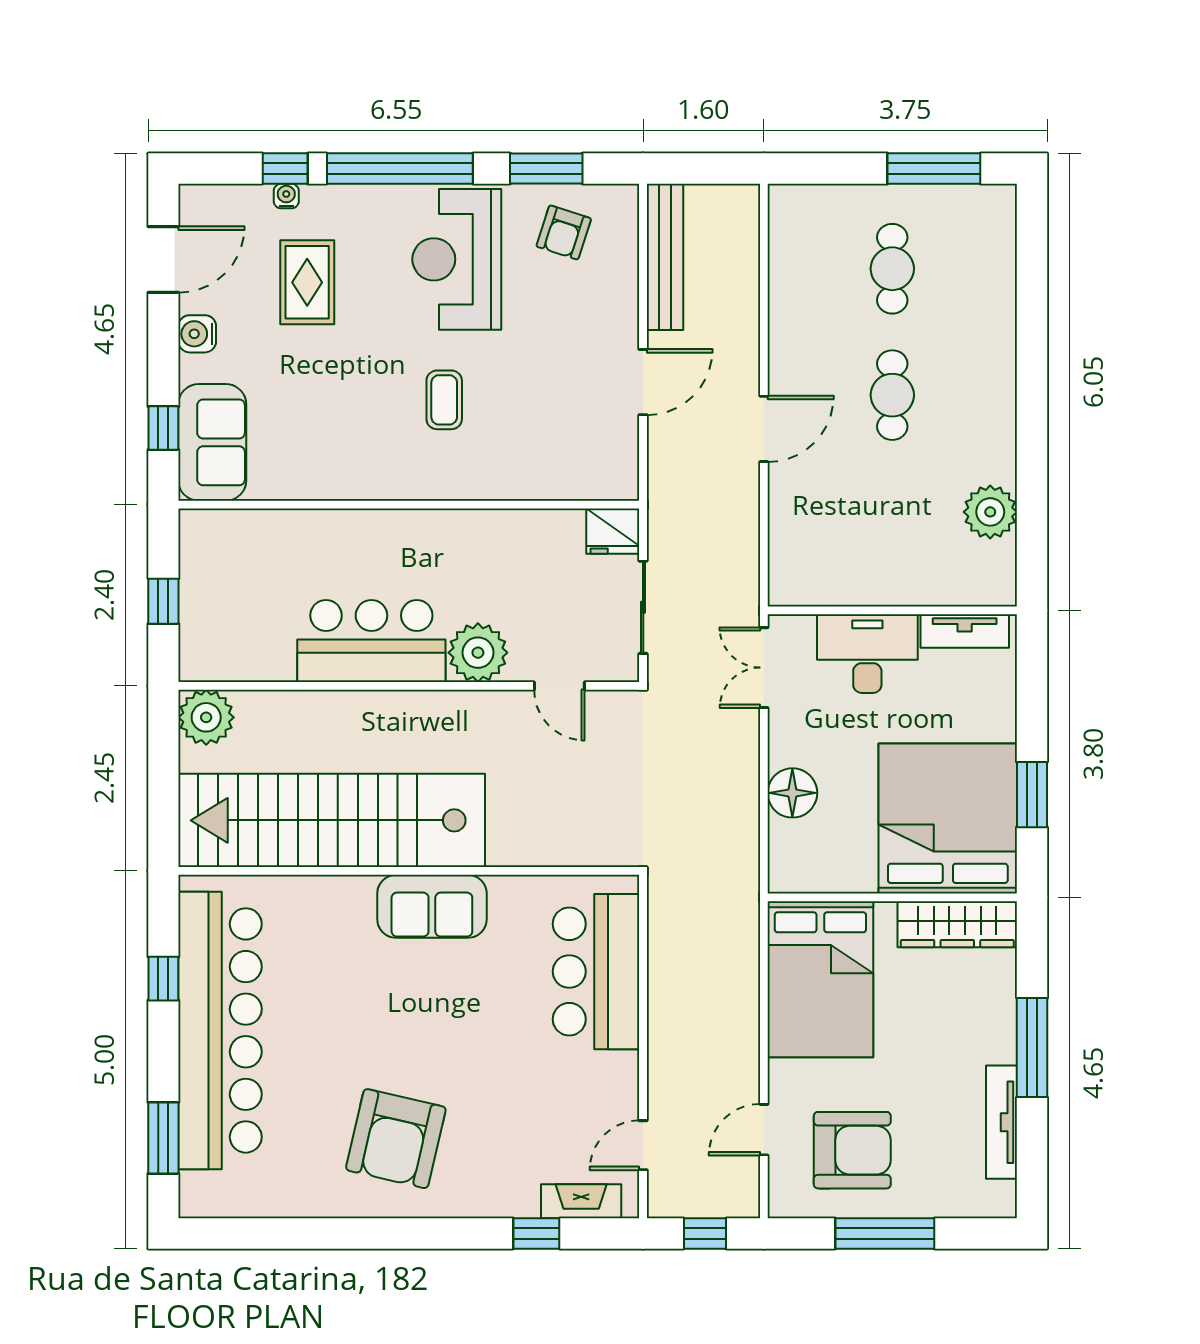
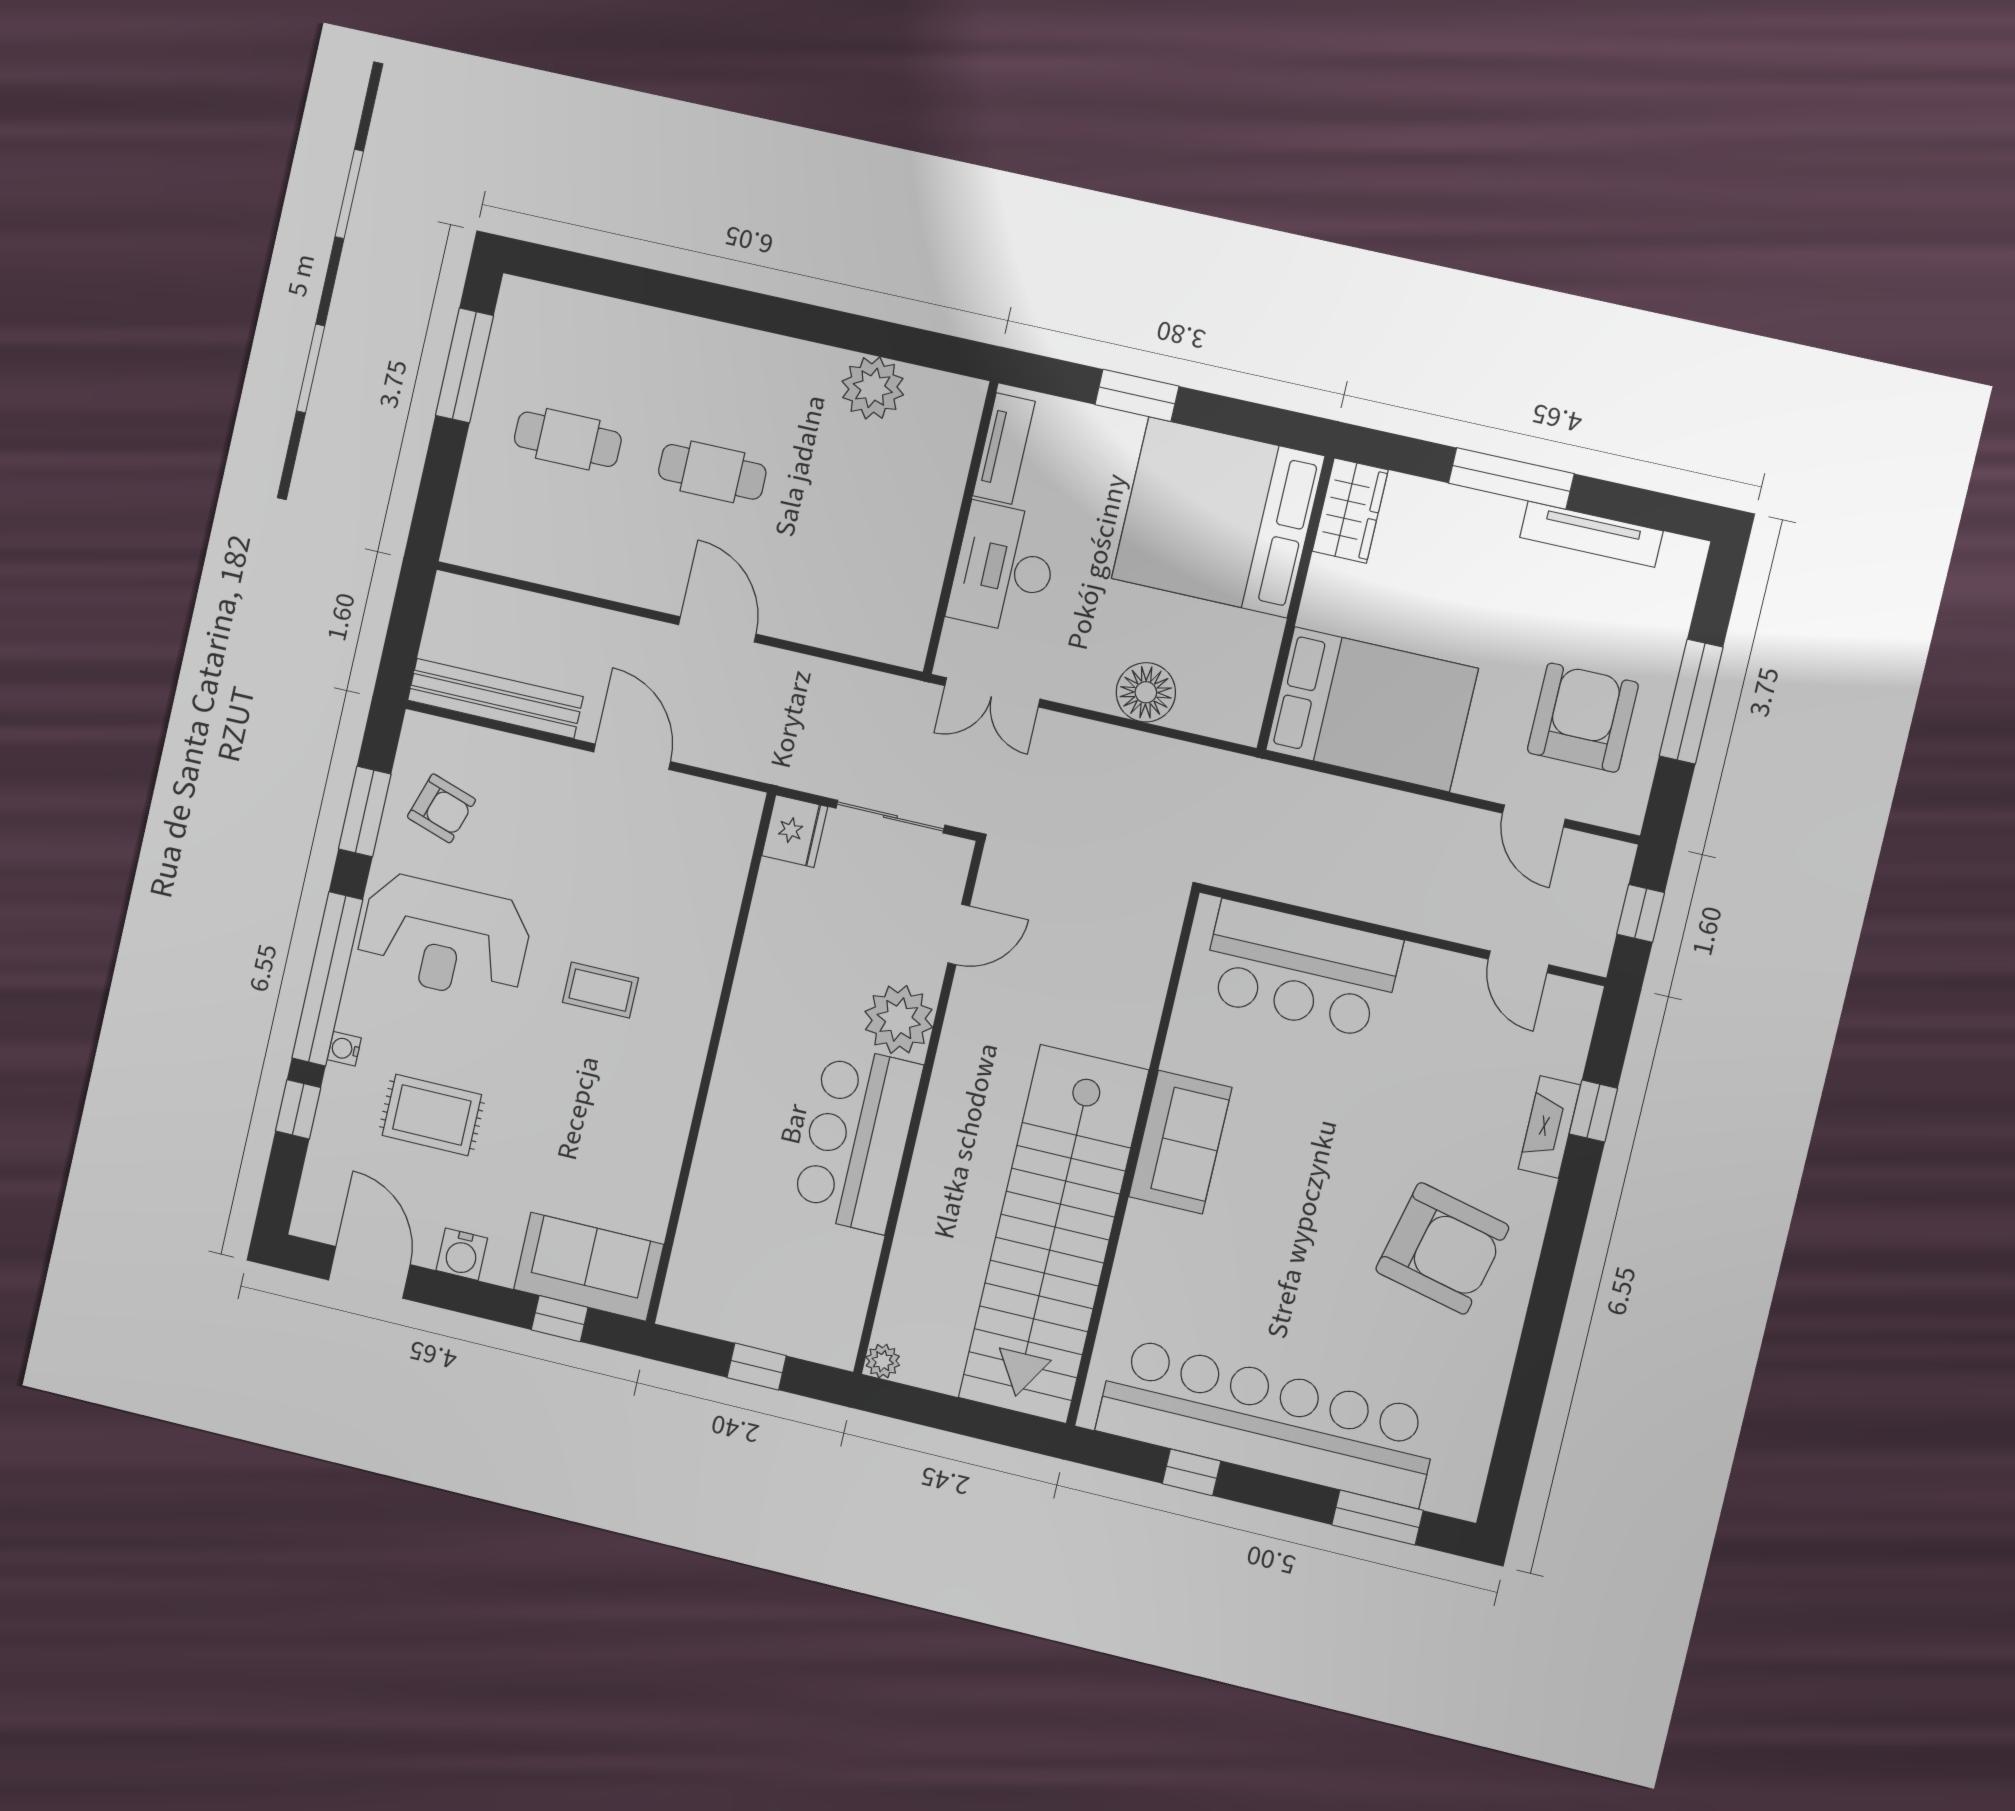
water cooler: (286, 196) -> (344, 1049), moved
plant: (206, 717) -> (883, 1361), width x0.53, depth x0.53
window: (1032, 795) -> (1137, 395), moved
wardrobe: (957, 924) -> (1350, 511), width x0.67
fireplace: (581, 1201) -> (1549, 1127), moved

